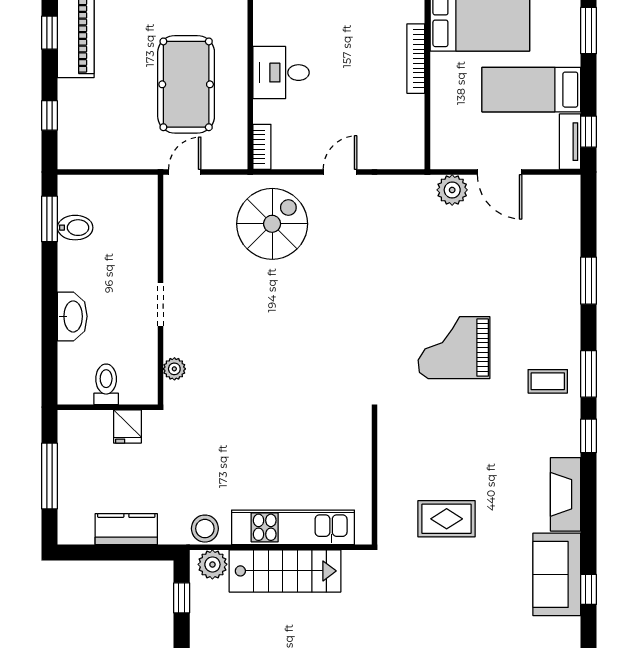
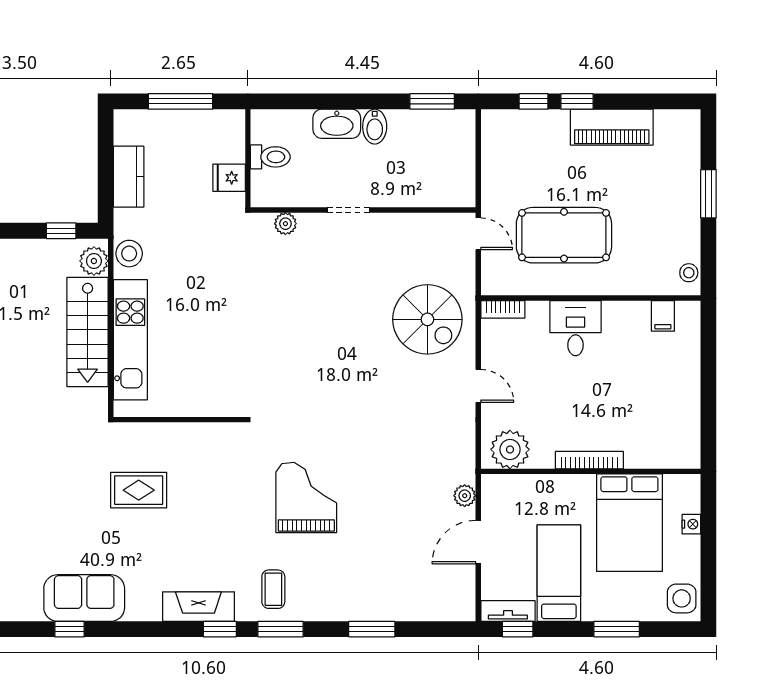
window: (49, 33) -> (577, 101), moved
plant: (405, 139) -> (510, 449), added
plant: (452, 190) -> (465, 496), width x0.73, depth x0.73
bidet: (75, 228) -> (375, 127), moved
fireplace: (566, 494) -> (198, 607), moved
rug: (447, 519) -> (139, 490), turned 90

